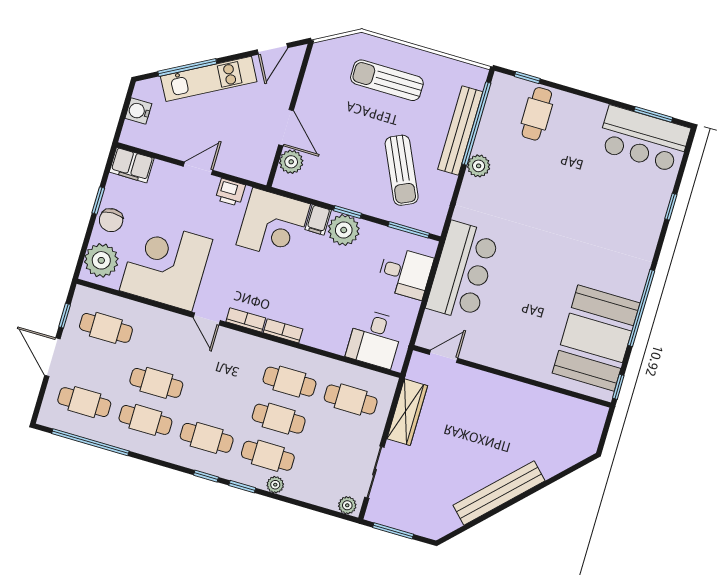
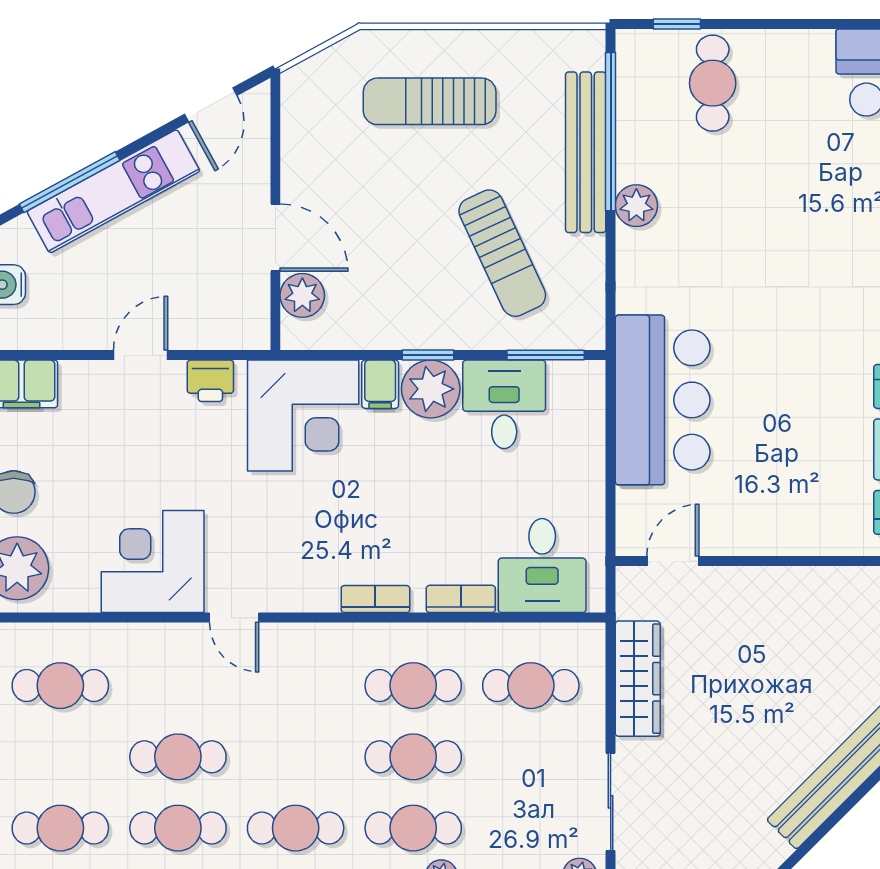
corner desk: (166, 265) -> (153, 561), width x0.74, depth x0.74
desk: (405, 273) -> (504, 404), moved, turned -90
bookcase: (246, 320) -> (461, 599), moved

